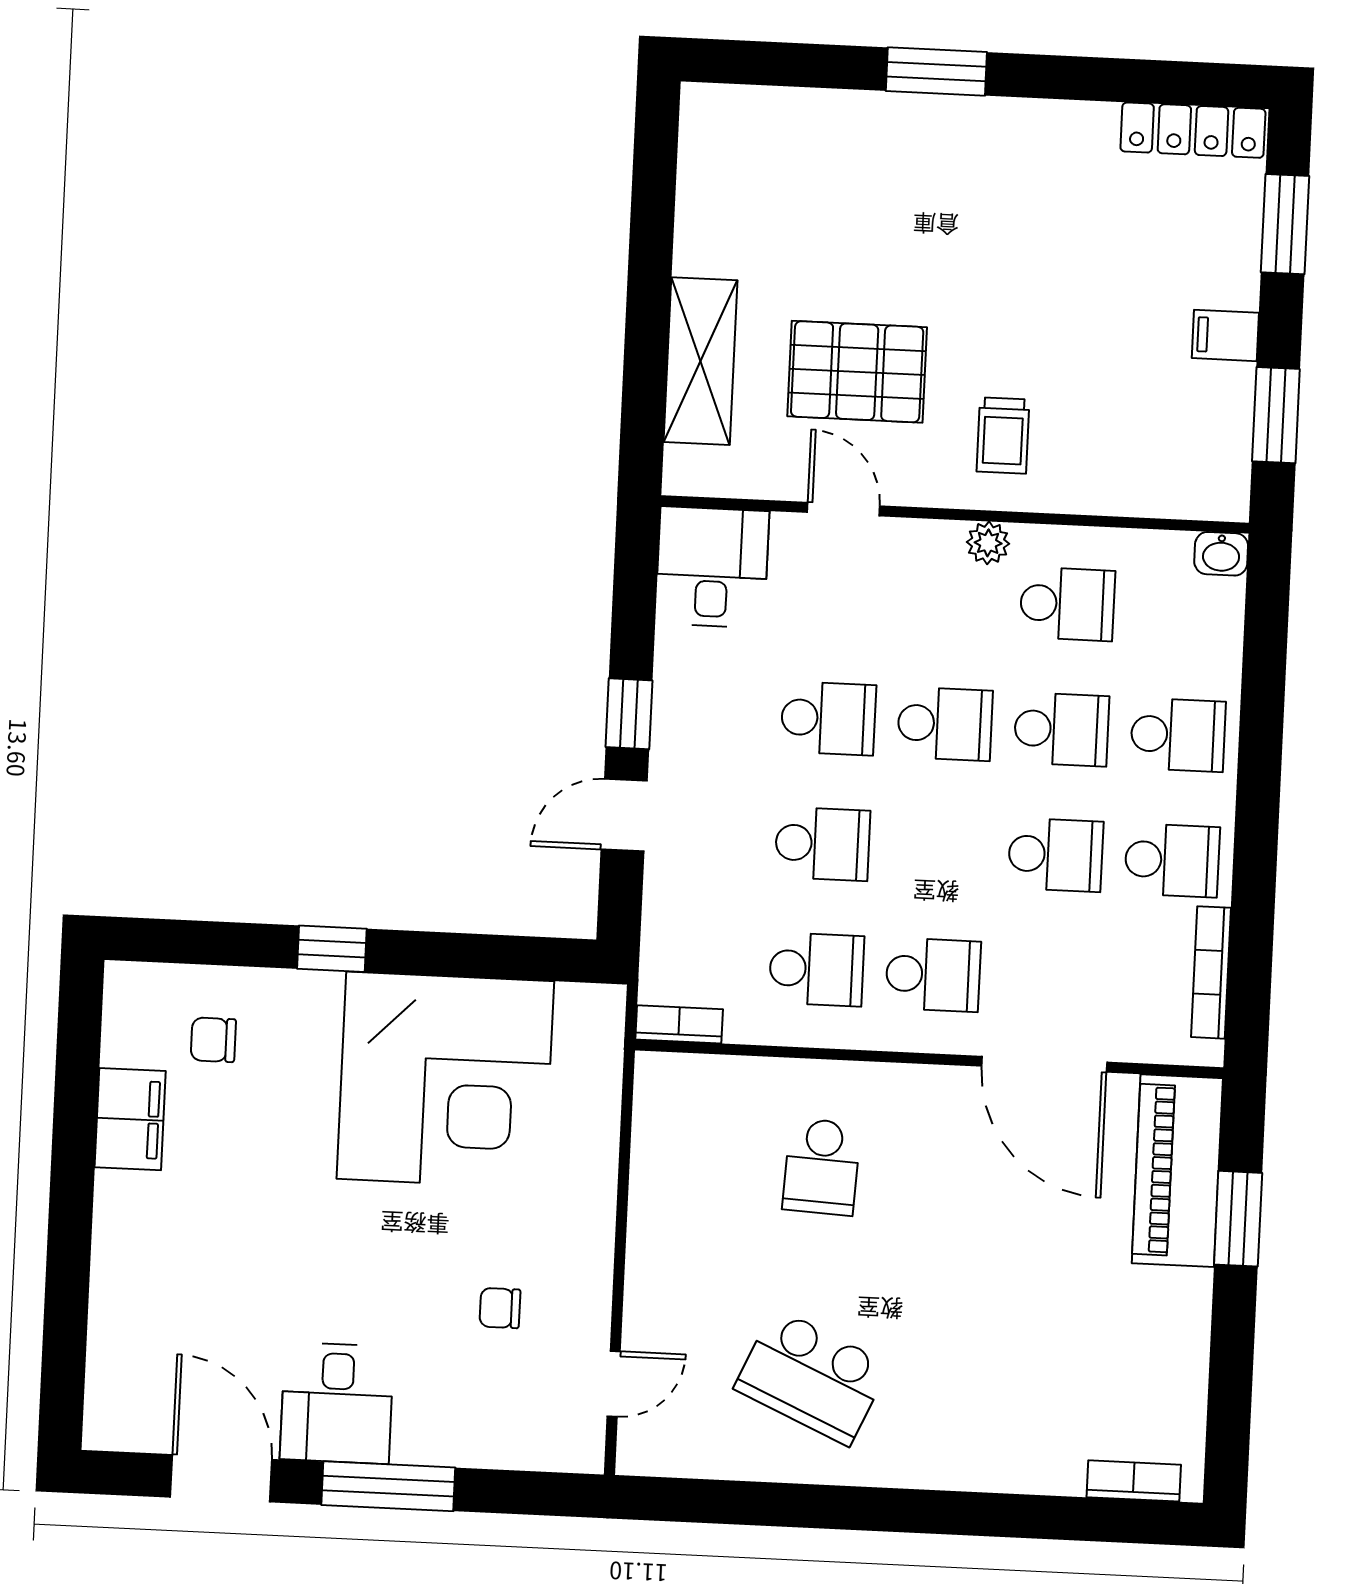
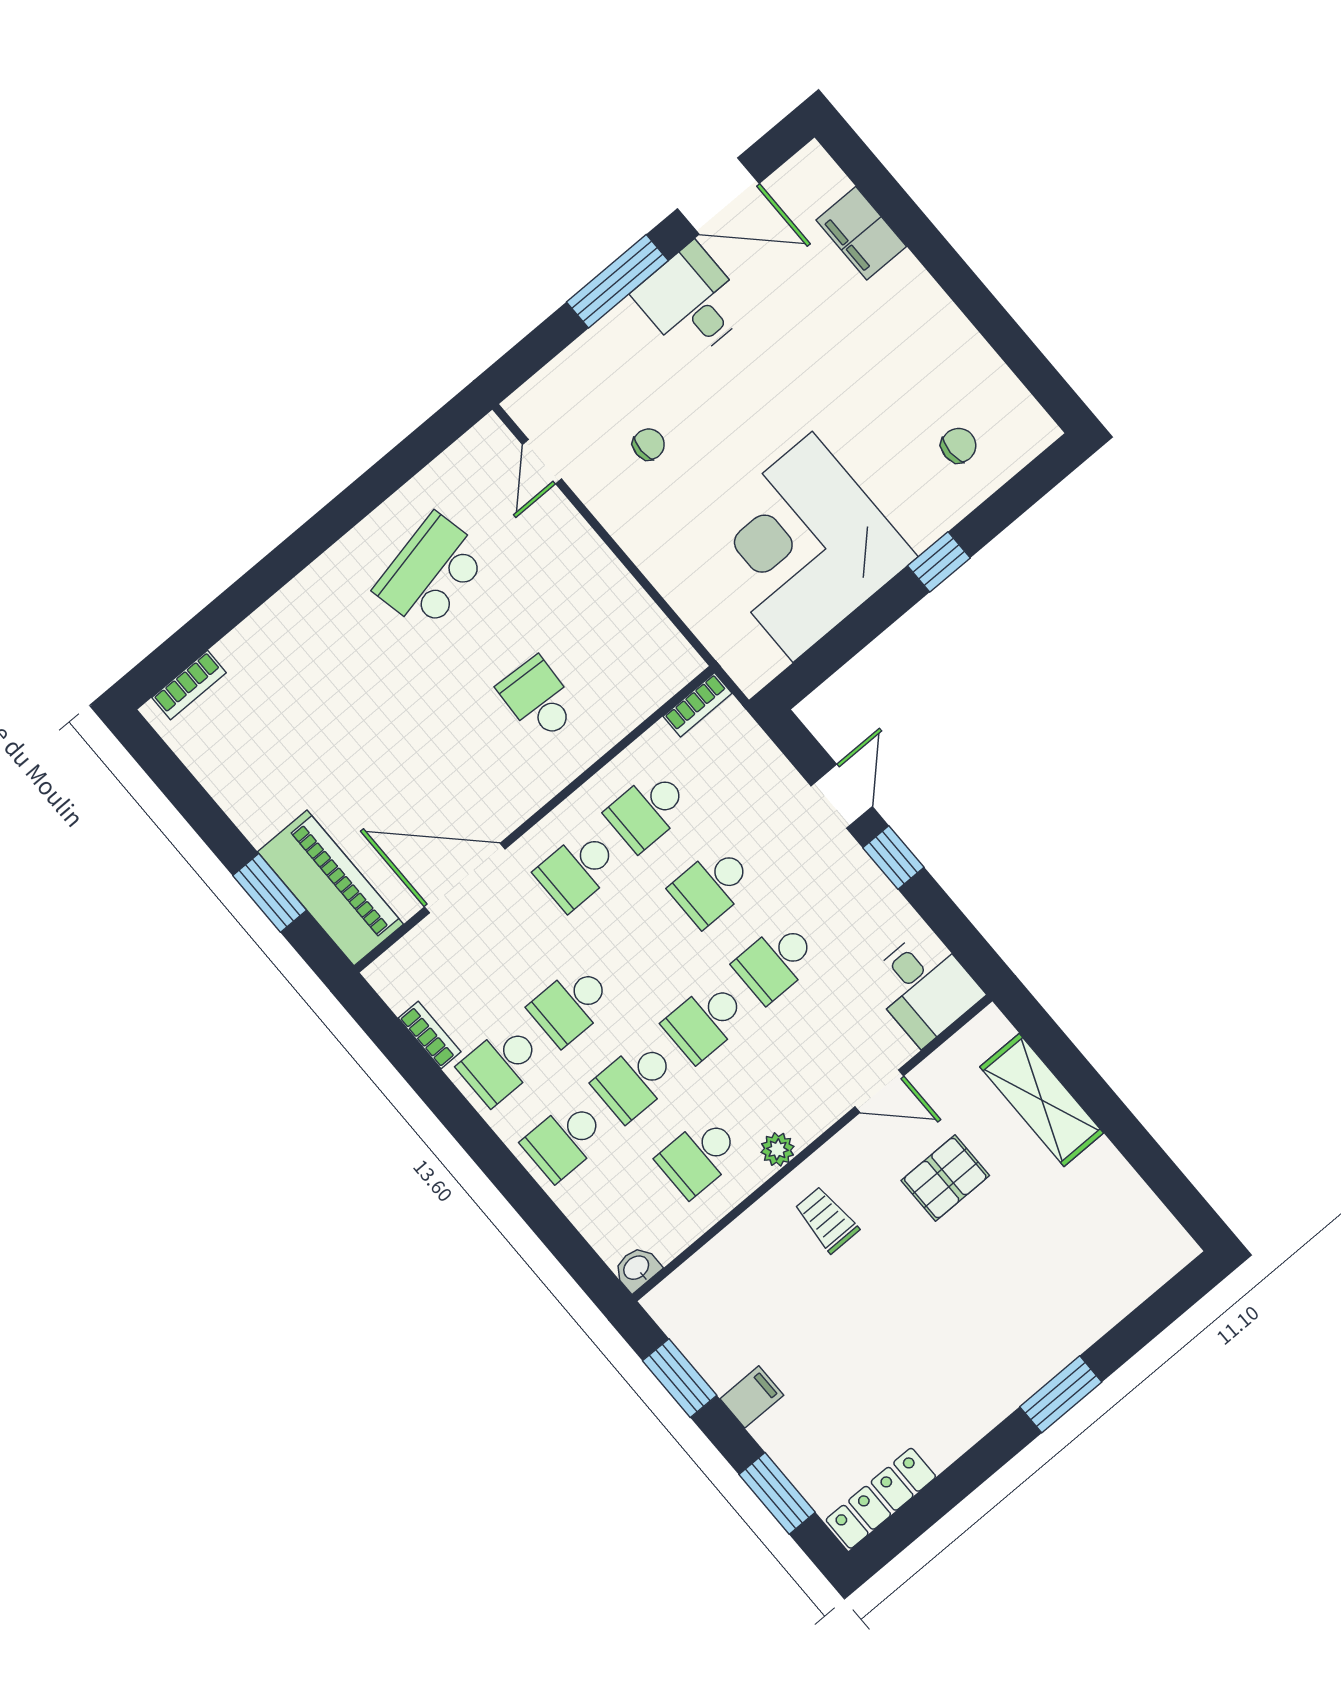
pallet: (857, 372) -> (945, 1178), width x0.67, depth x0.71
bookcase: (1211, 972) -> (430, 1035), width x0.64
filing cabinet: (130, 1119) -> (861, 233), moved
school desk: (812, 1377) -> (431, 572), turned -36

